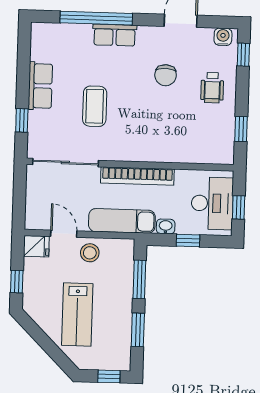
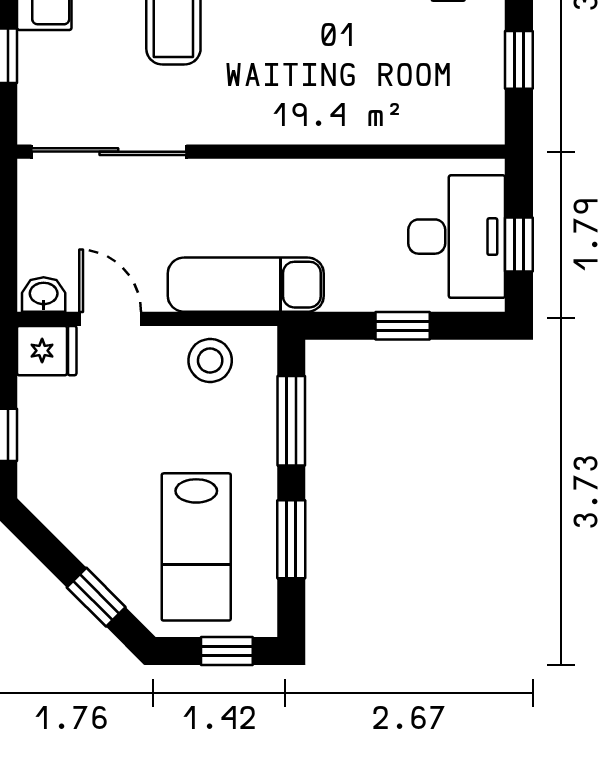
bookcase: (137, 176) -> (279, 178), removed
washbasin: (166, 226) -> (44, 294), moved
stool: (90, 253) -> (210, 360), moved
lab bench: (77, 314) -> (196, 547), moved
window: (54, 352) -> (96, 597), added

